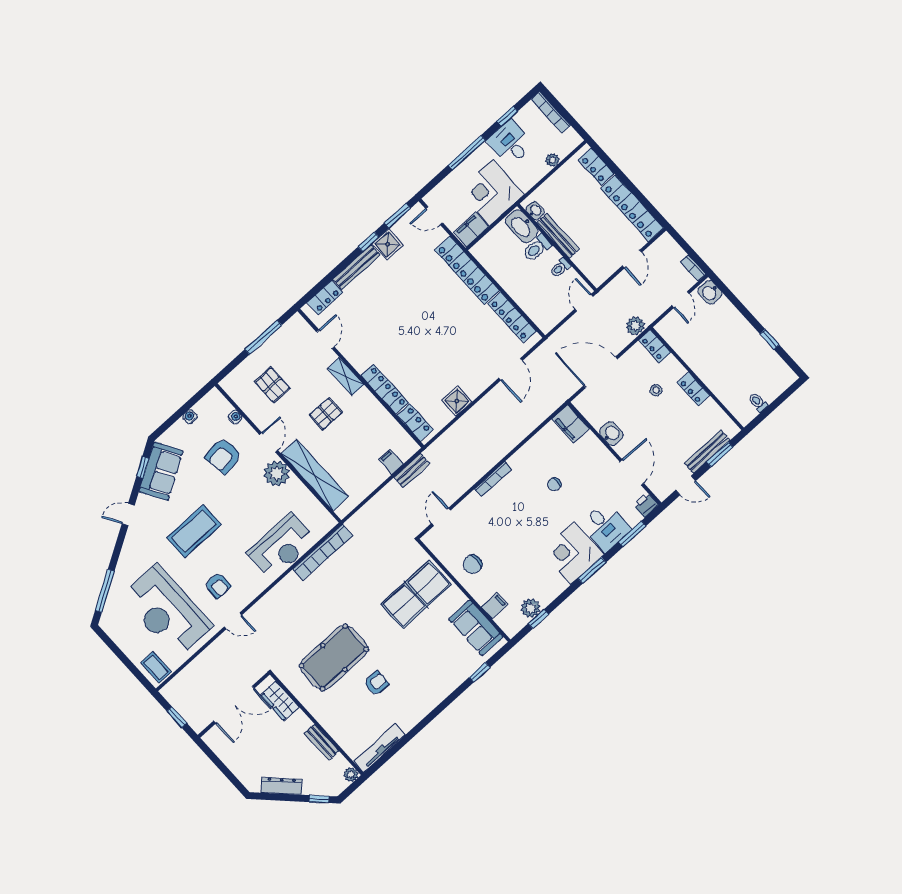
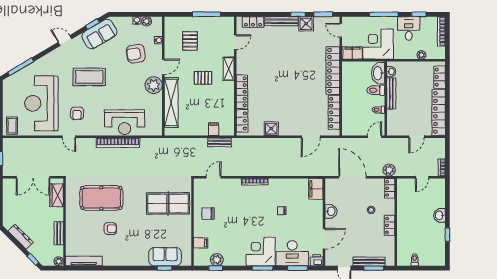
washbasin: (710, 292) -> (439, 215), moved
plant: (202, 408) -> (147, 21), added
desk: (606, 527) -> (292, 253), width x1.37
bookcase: (323, 552) -> (118, 143), moved
sofa: (476, 628) -> (165, 257), moved, turned 90

